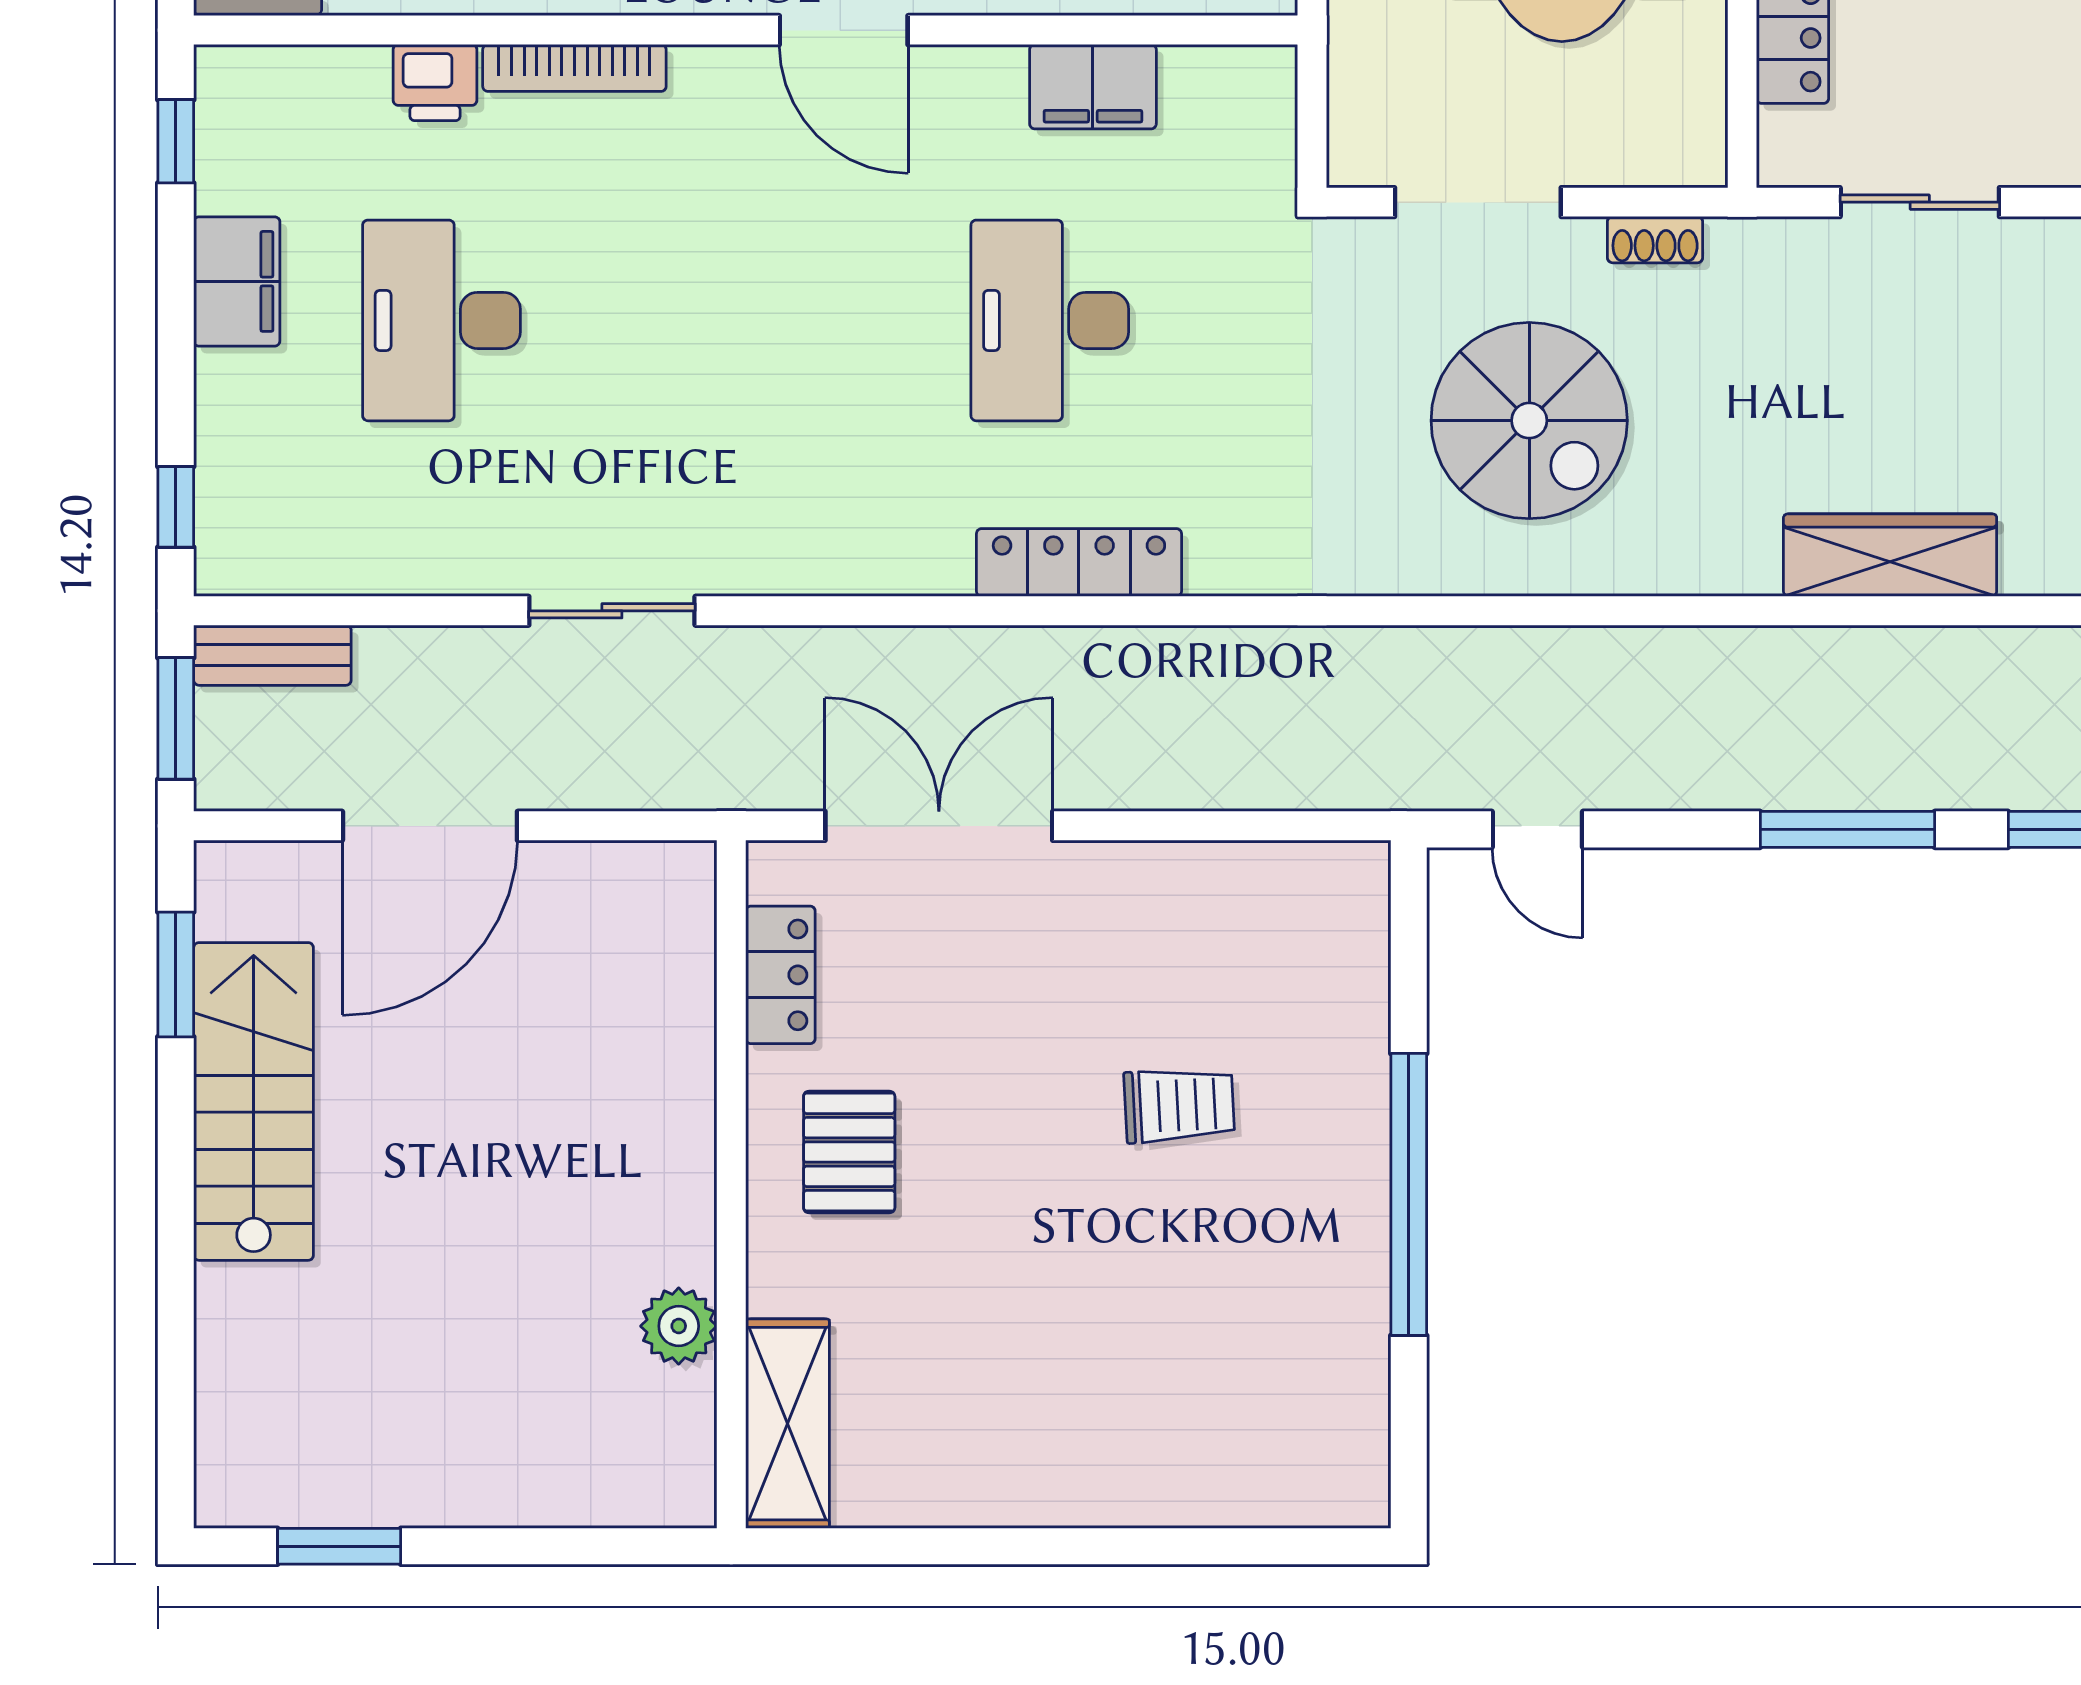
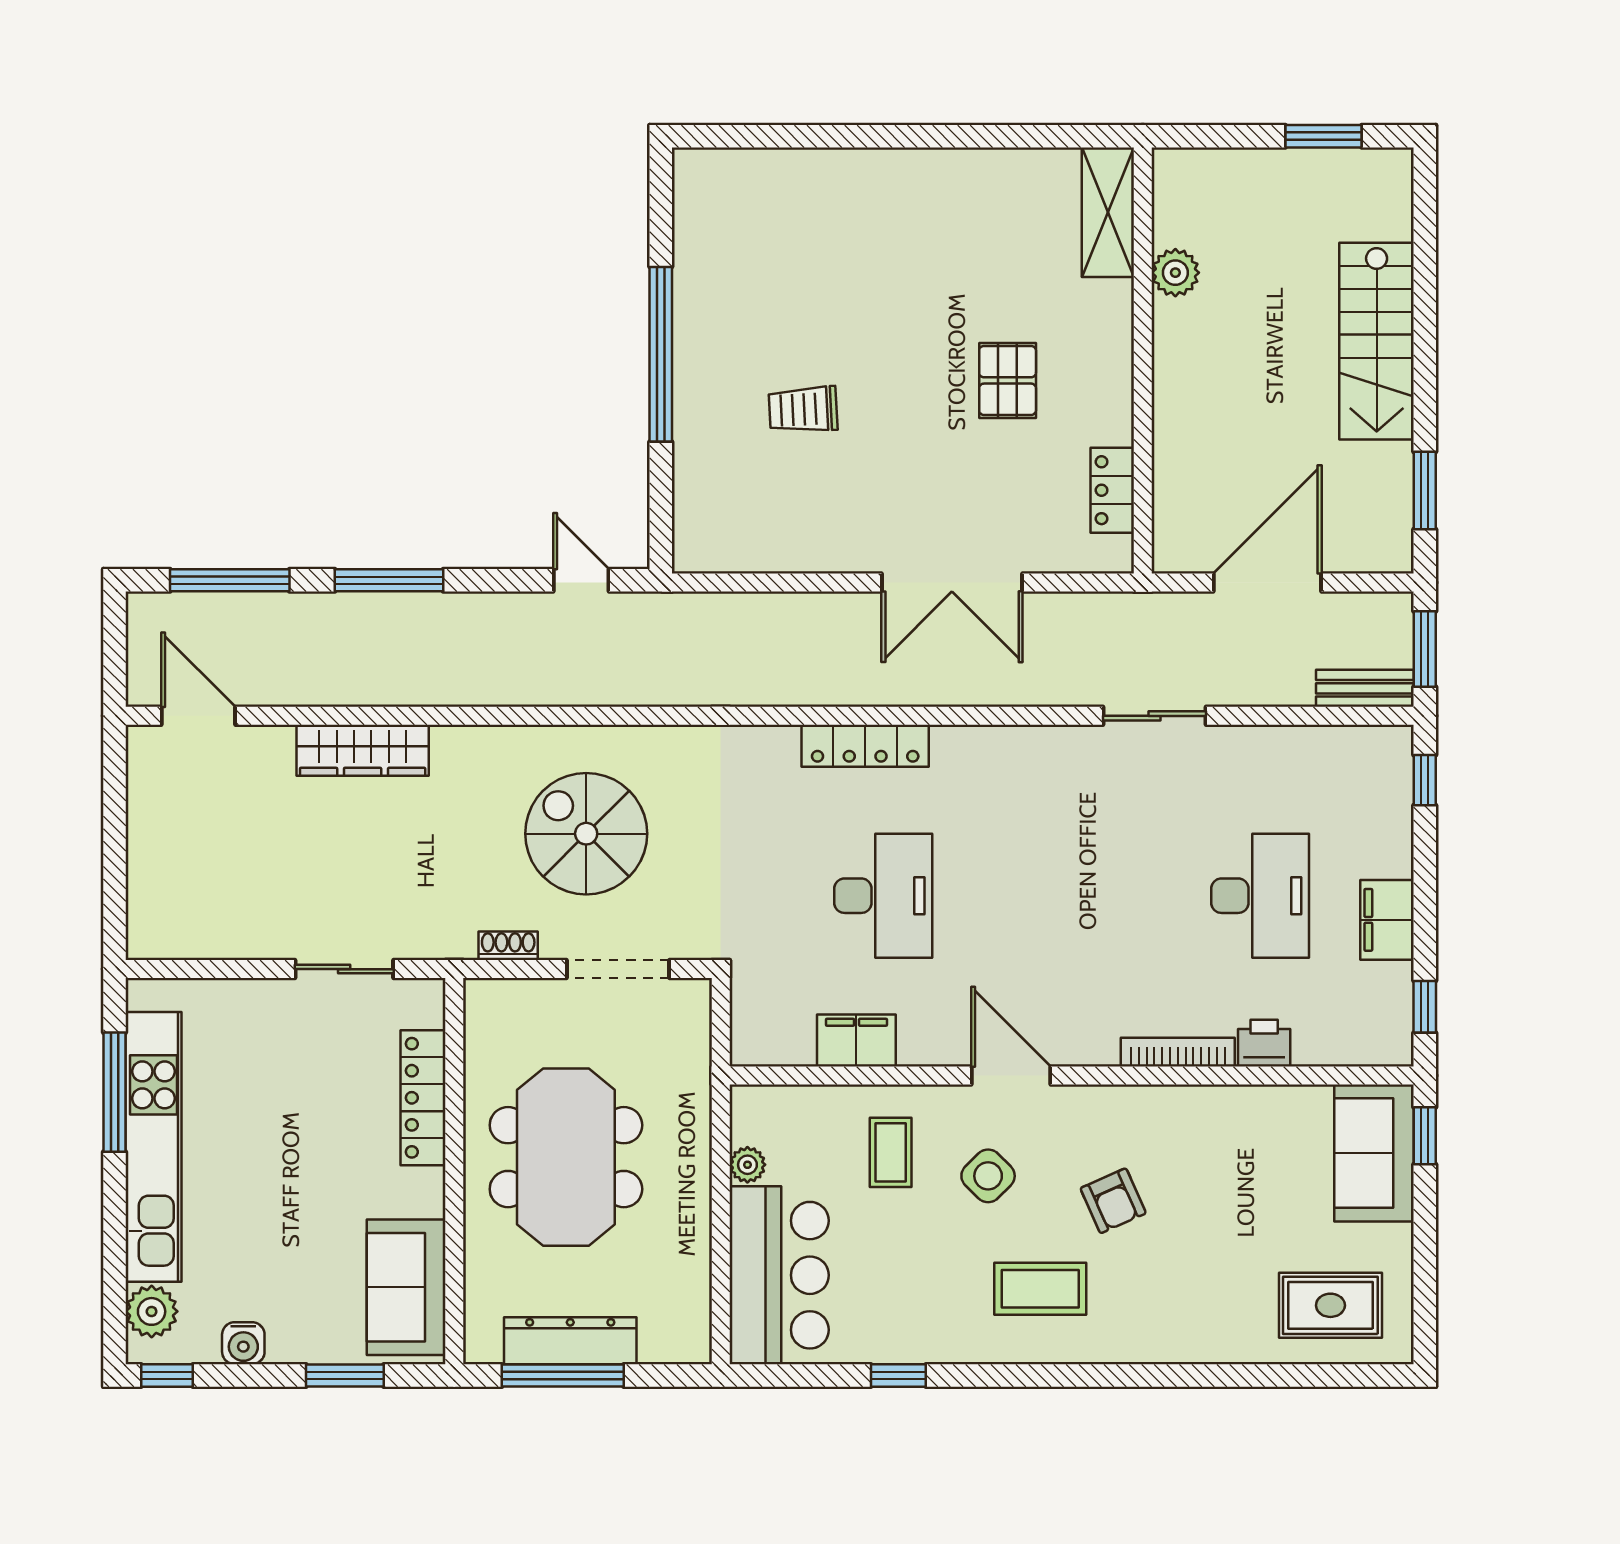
locker: (780, 975) -> (1112, 490), moved
stairs: (254, 1101) -> (1377, 341), moved
wall: (731, 1184) -> (1143, 360), moved
plant: (679, 1326) -> (1175, 273), moved
shelving: (788, 1424) -> (1108, 212), moved

